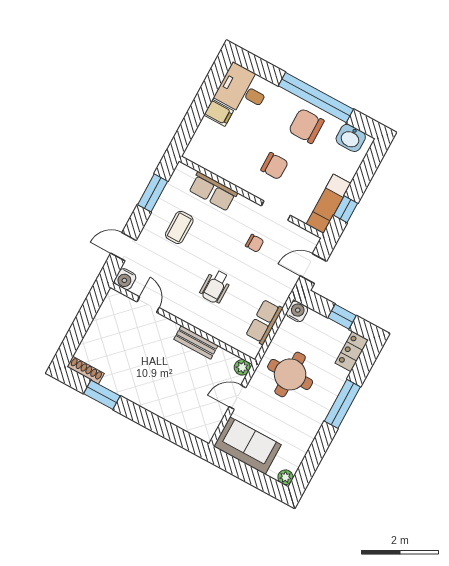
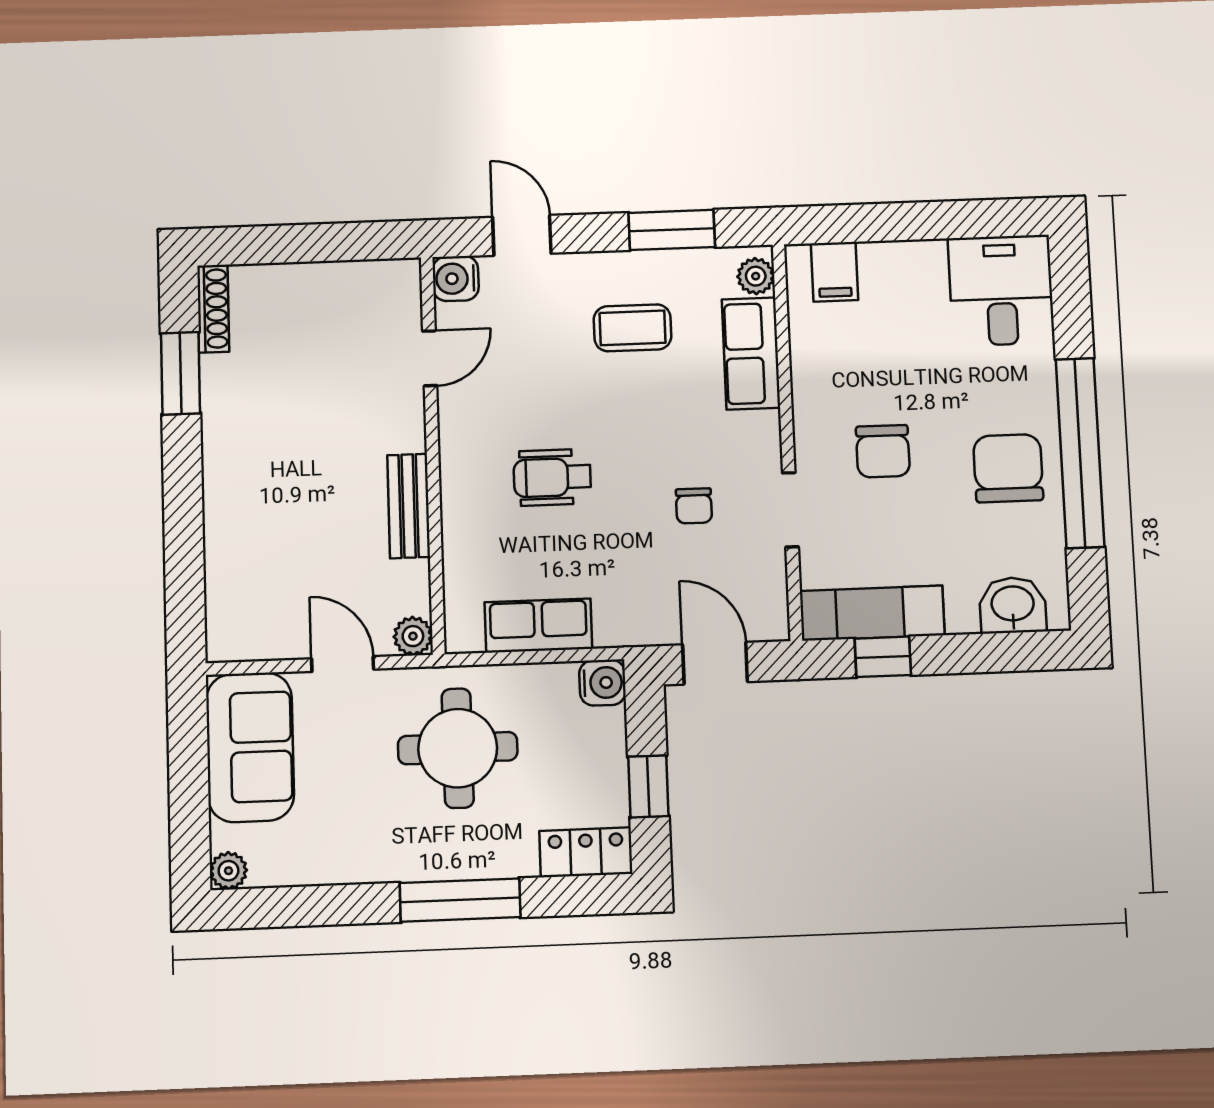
filing cabinet: (219, 113) -> (834, 272), moved
washbasin: (351, 138) -> (1013, 605), moved, turned 90
plant: (187, 173) -> (756, 276), added

